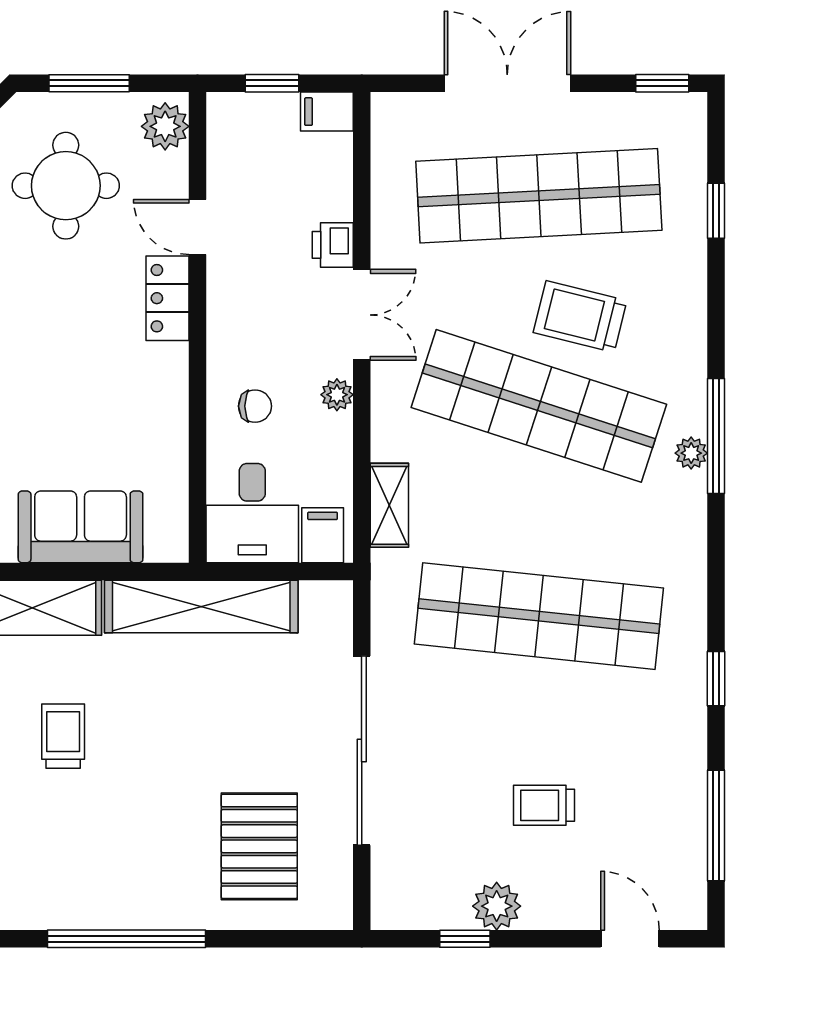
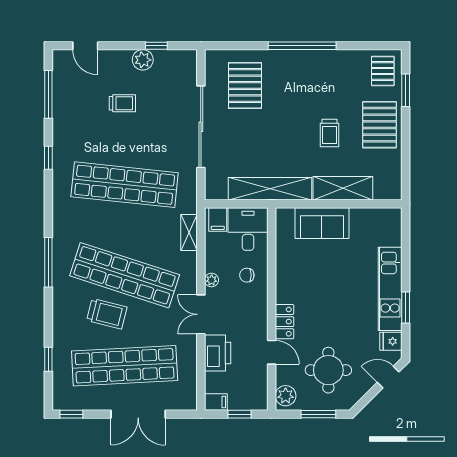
printer: (333, 245) -> (218, 353), width x1.87, depth x1.48
plant: (691, 453) -> (59, 255), removed

